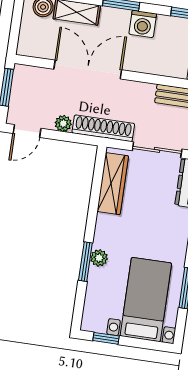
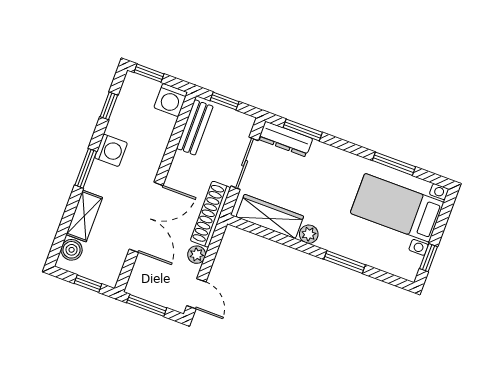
window: (15, 29) -> (88, 284), added
double door: (88, 70) -> (146, 217), swing flipped
plant: (99, 258) -> (309, 234), moved

